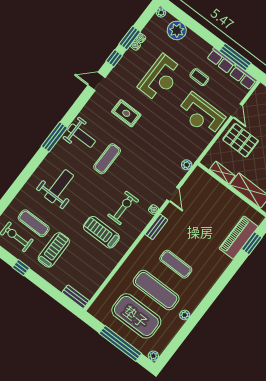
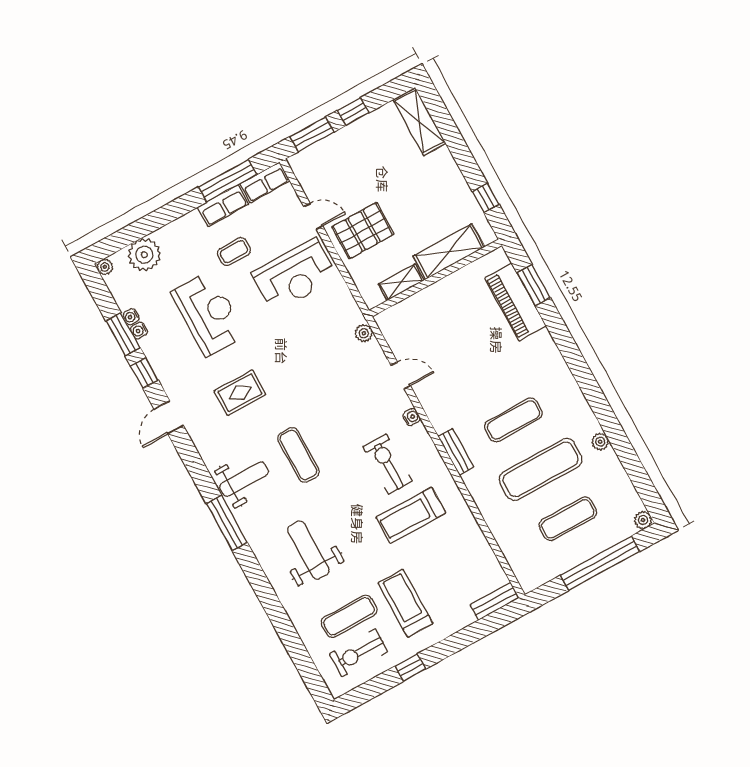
bench: (156, 227) -> (456, 452), moved
exercise mat: (136, 316) -> (568, 519), width x0.50, depth x0.69

